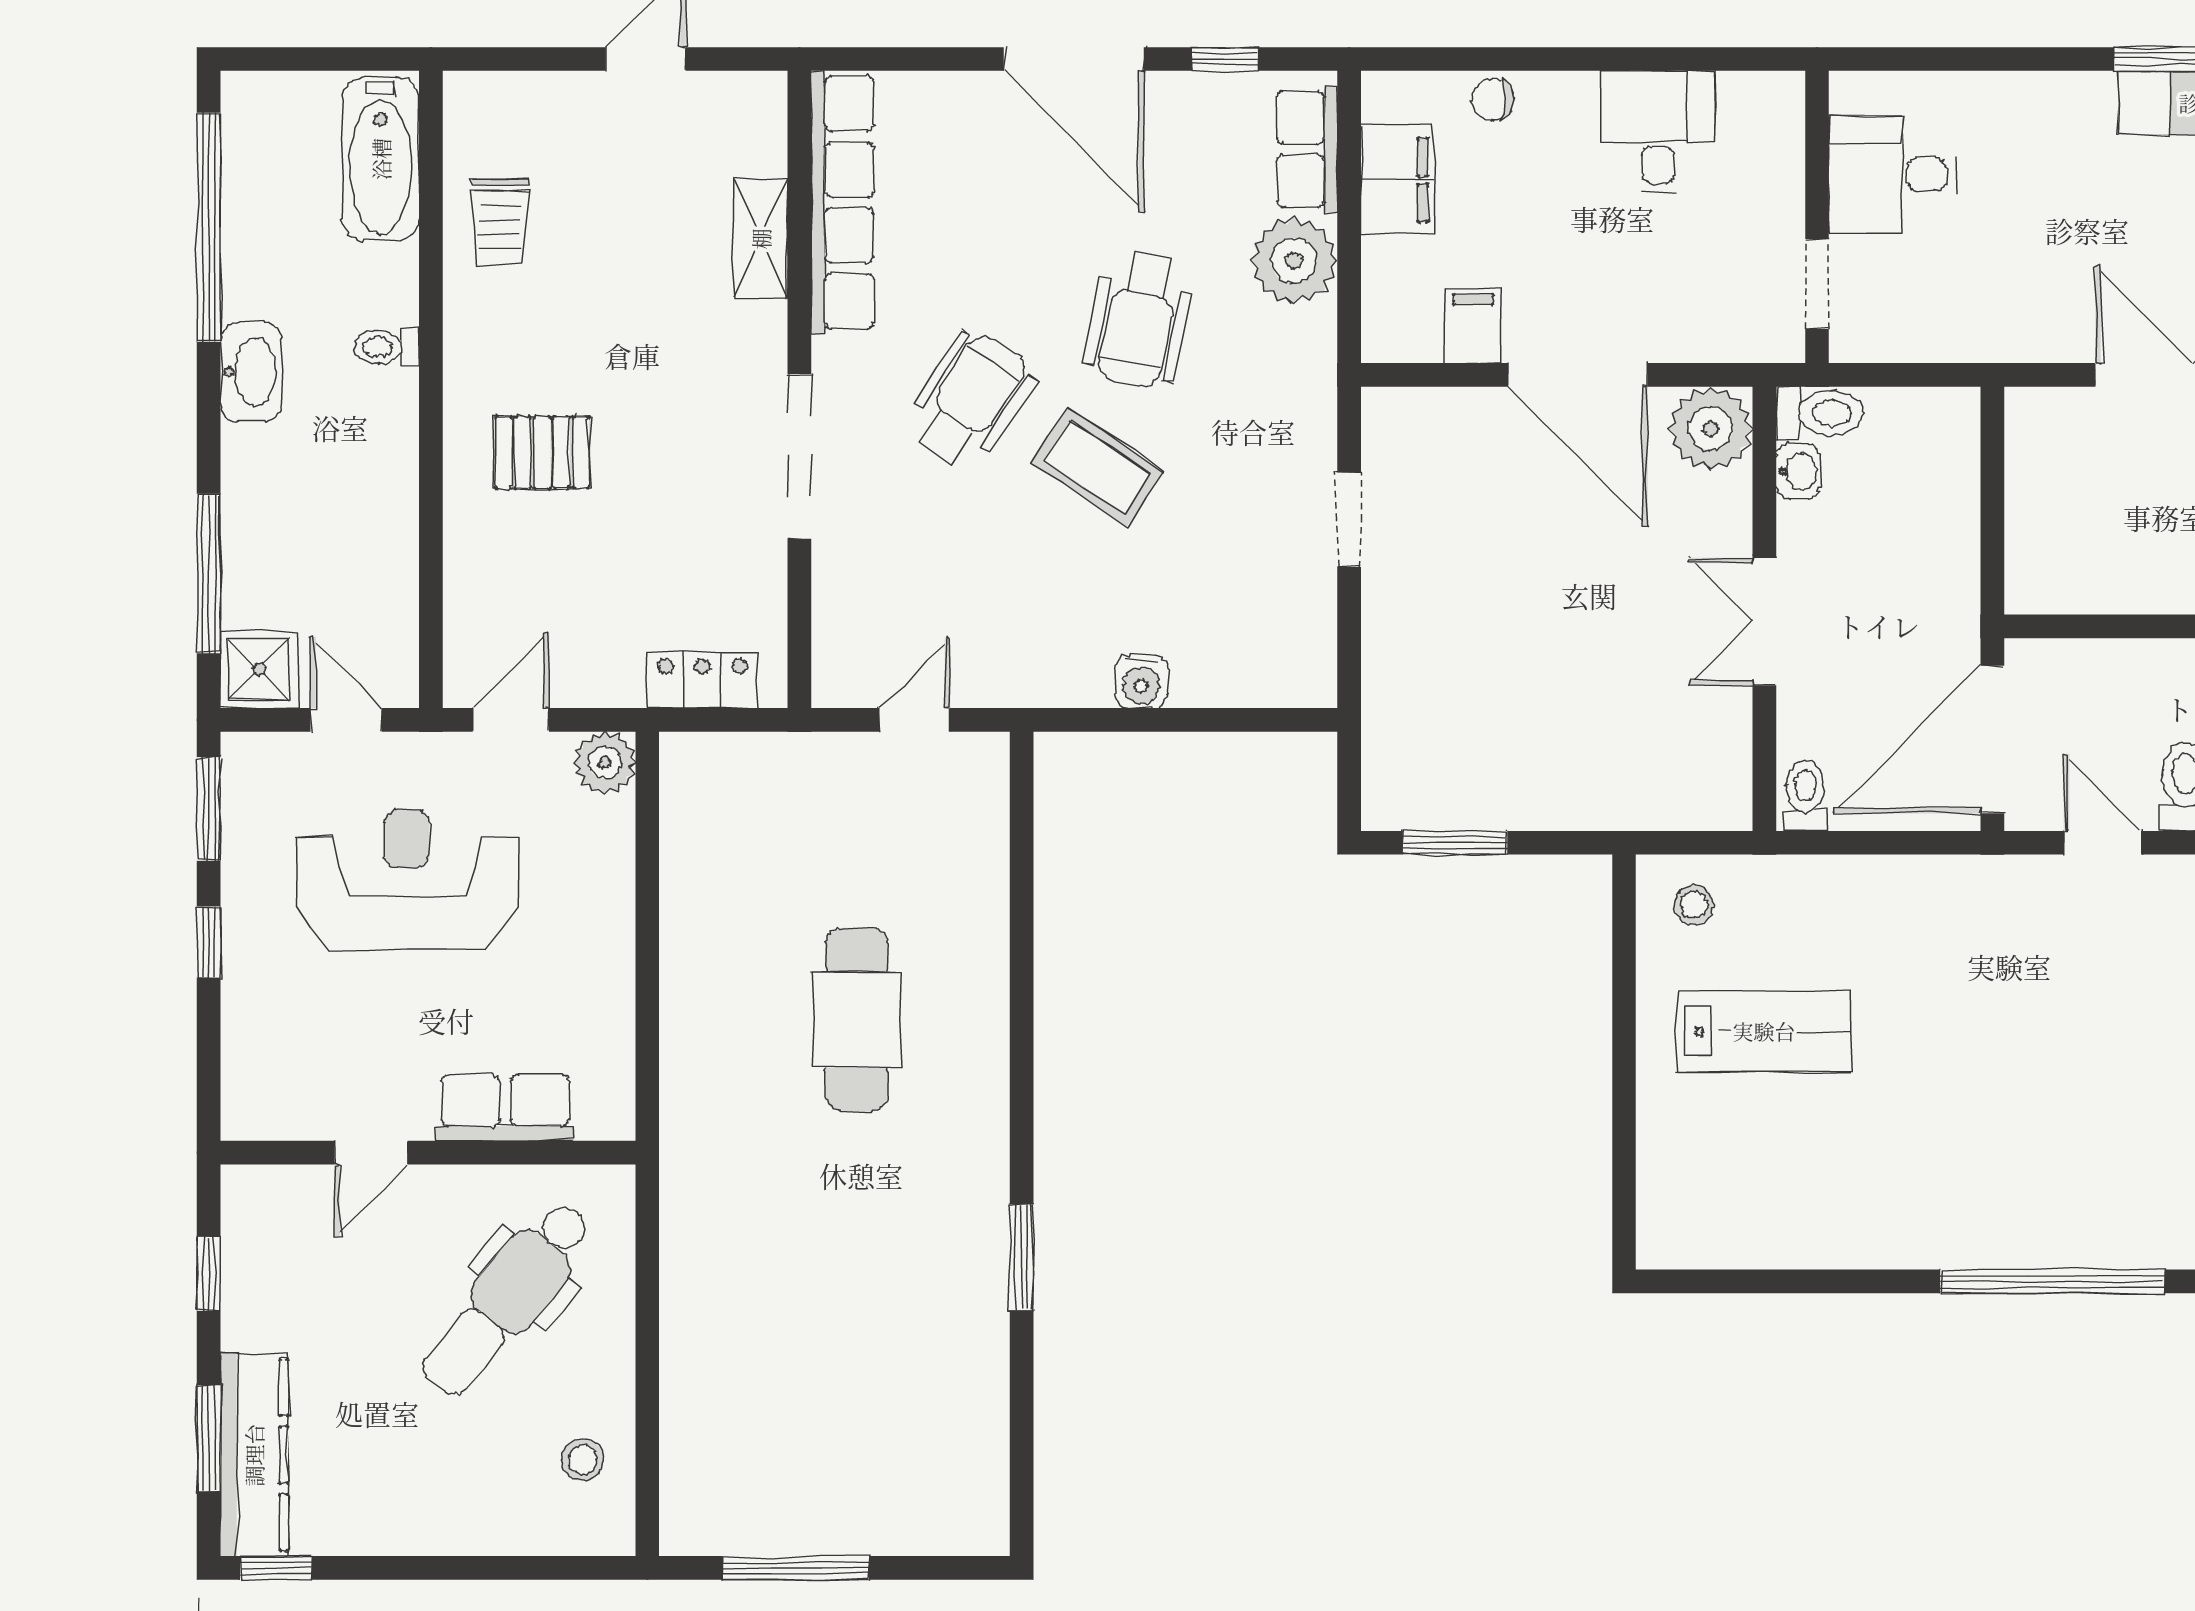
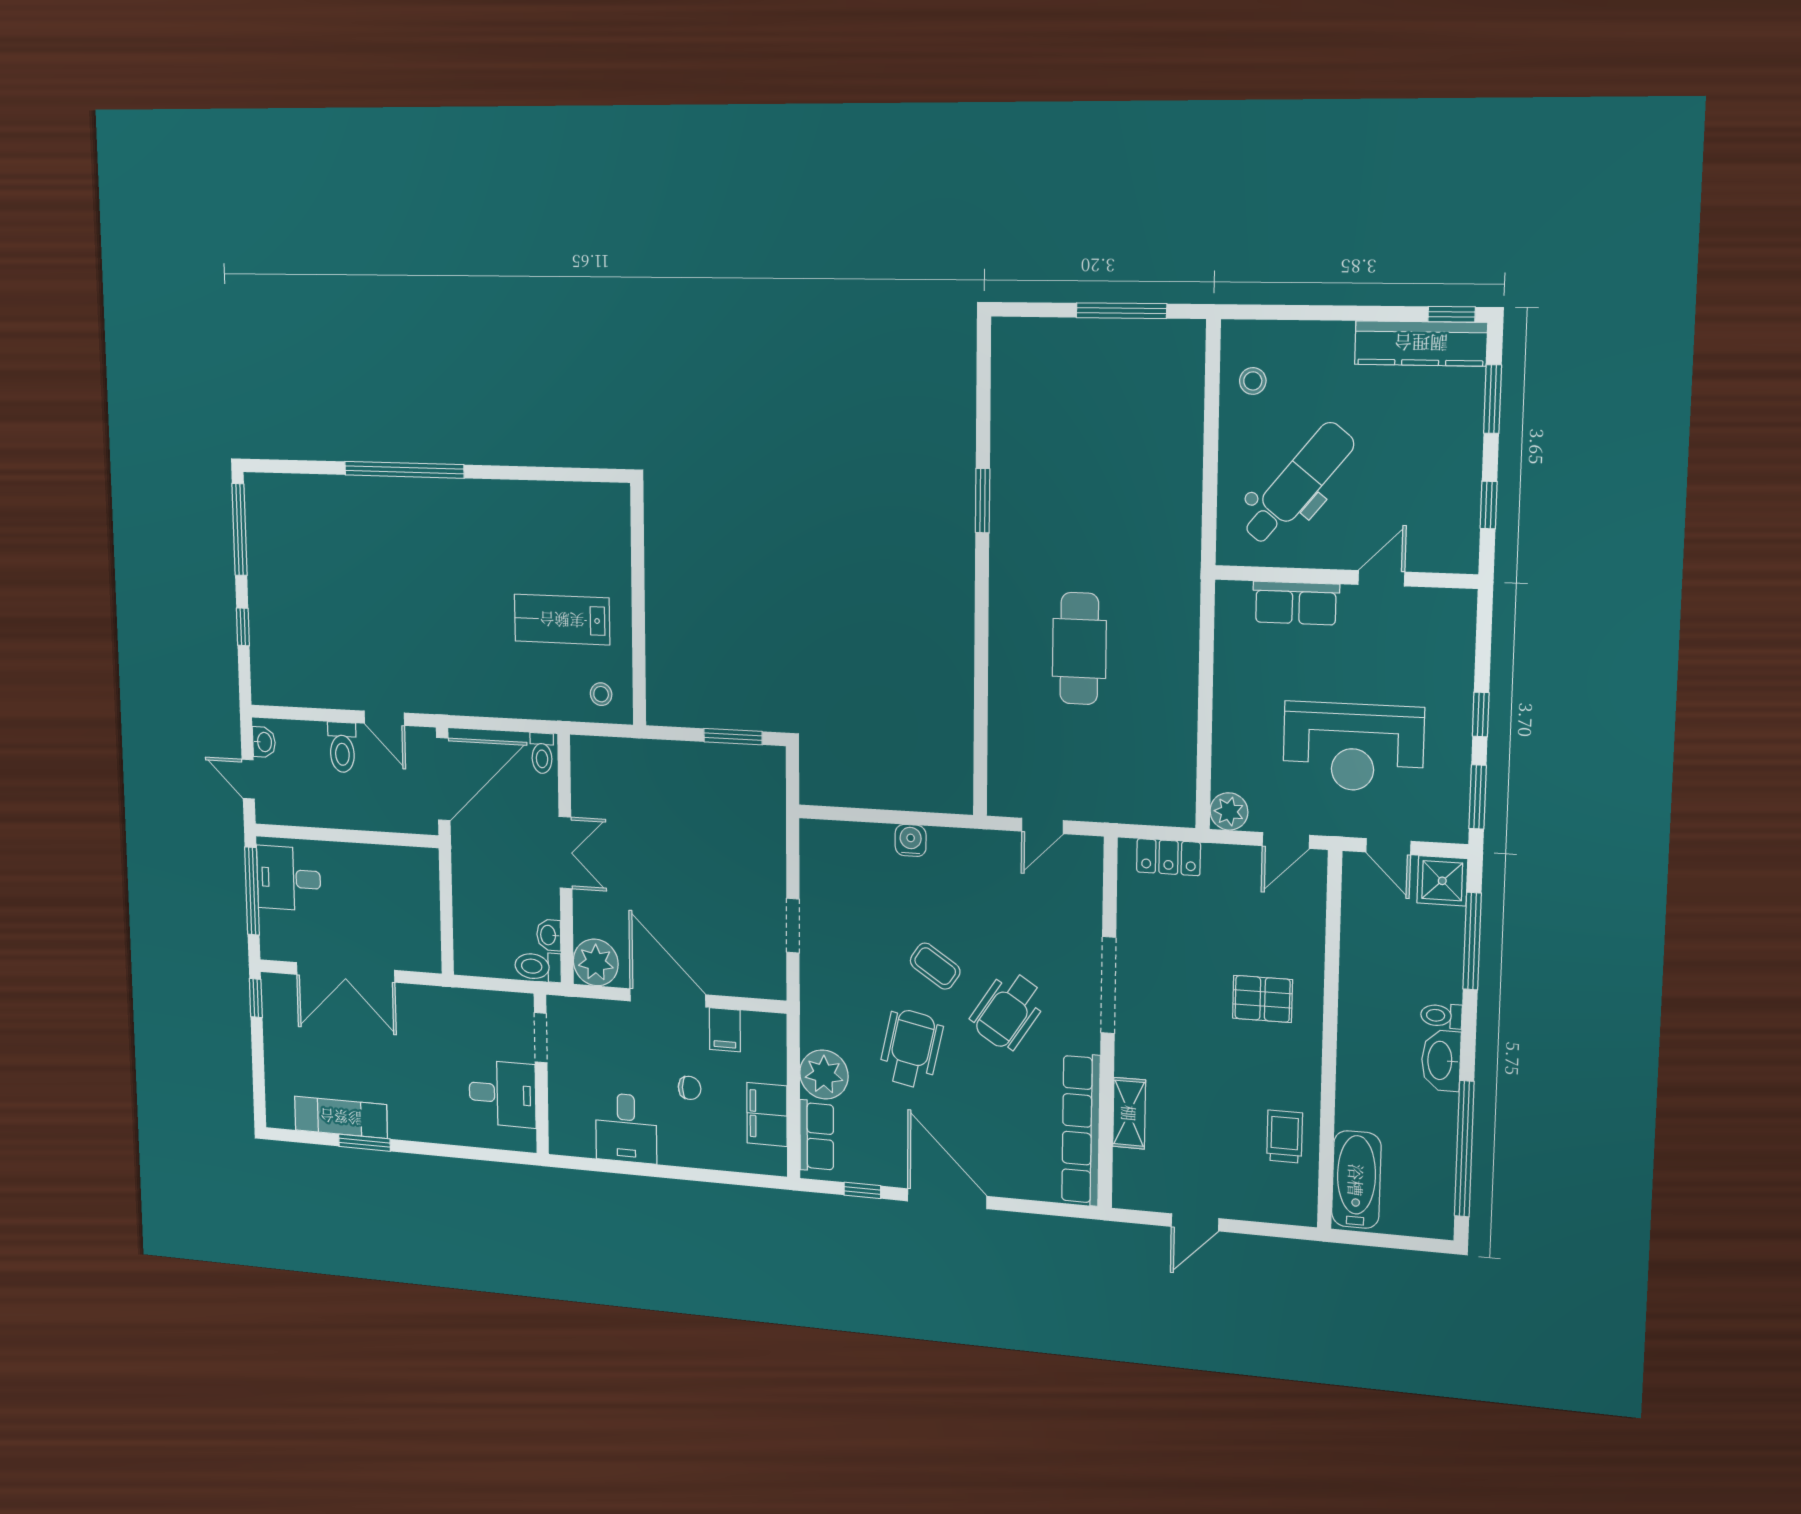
chair: (1493, 100) -> (690, 1088), moved
toilet: (387, 347) -> (1441, 1016), moved, turned 180
coffee table: (1097, 467) -> (935, 966), width x0.73, depth x0.77
kitchen counter: (254, 1455) -> (1421, 343), moved, turned -90

